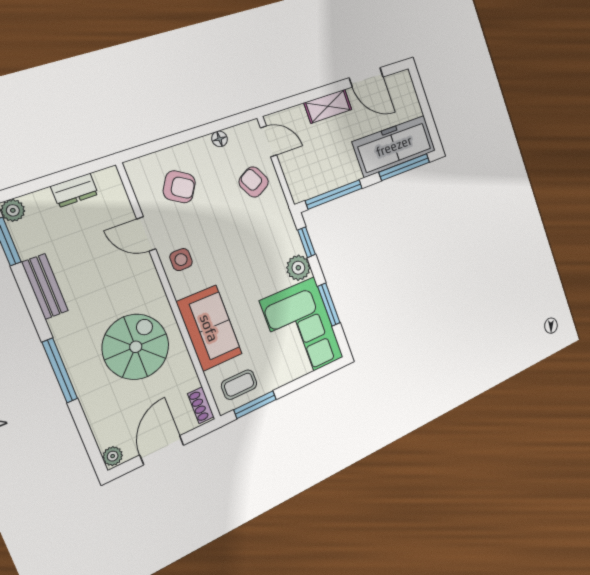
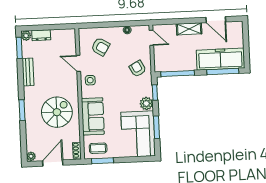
armchair: (254, 182) -> (138, 69), moved
dresser: (75, 190) -> (41, 35), moved
window: (60, 371) -> (22, 110), width x0.69

